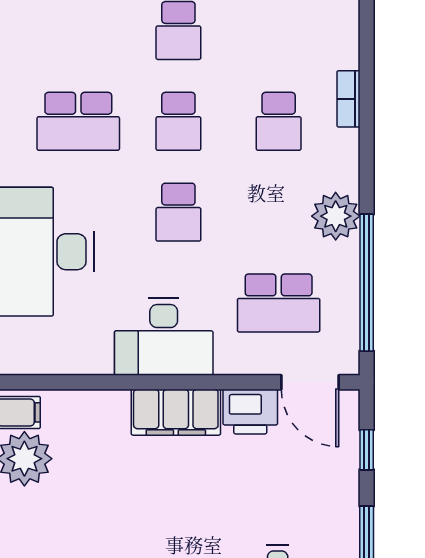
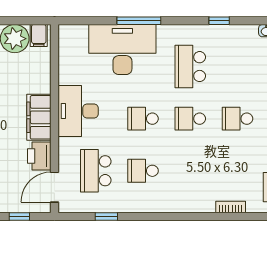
bookcase: (348, 99) -> (231, 207), moved
school desk: (279, 121) -> (143, 171), moved
plant: (336, 216) -> (141, 200), removed
window: (367, 283) -> (106, 217), width x0.32

